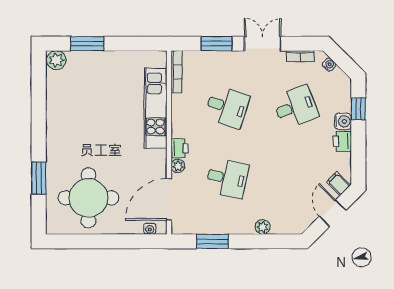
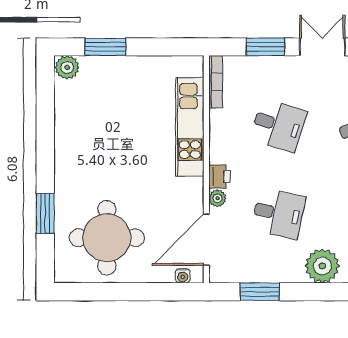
plant: (263, 227) -> (322, 266), width x1.87, depth x1.87

